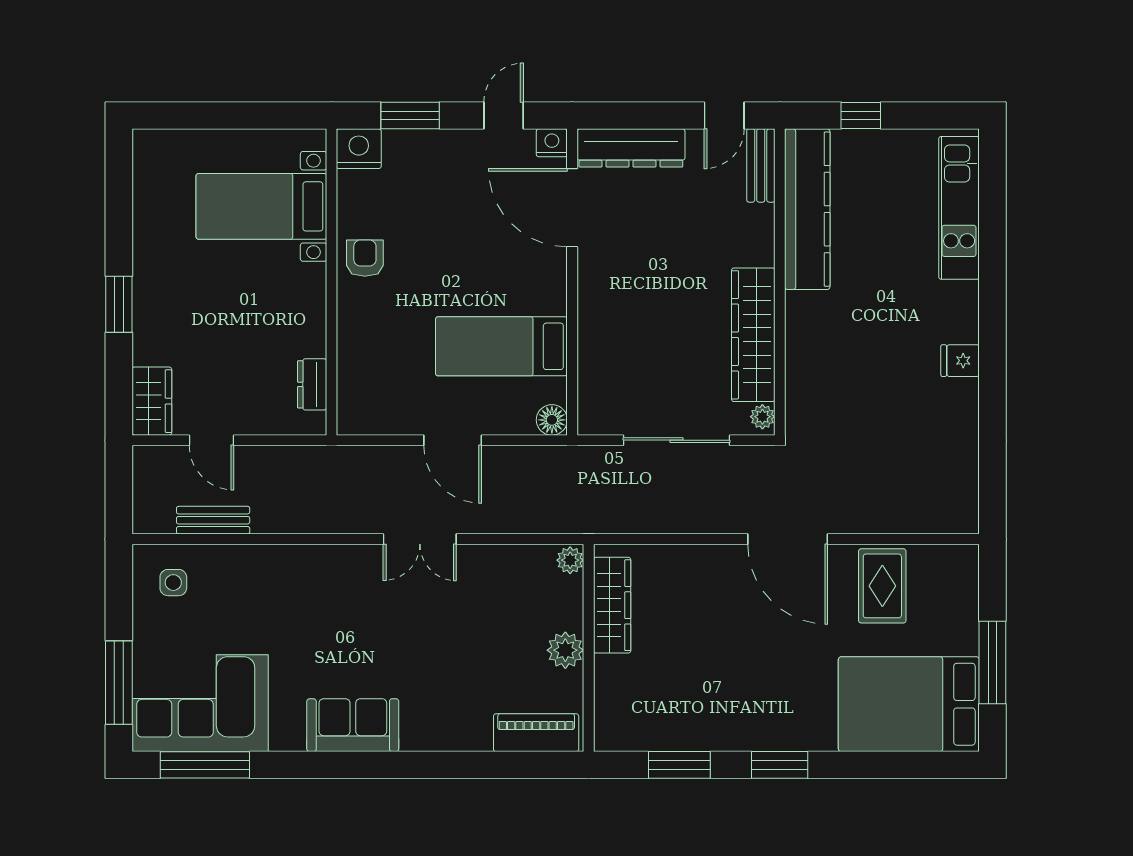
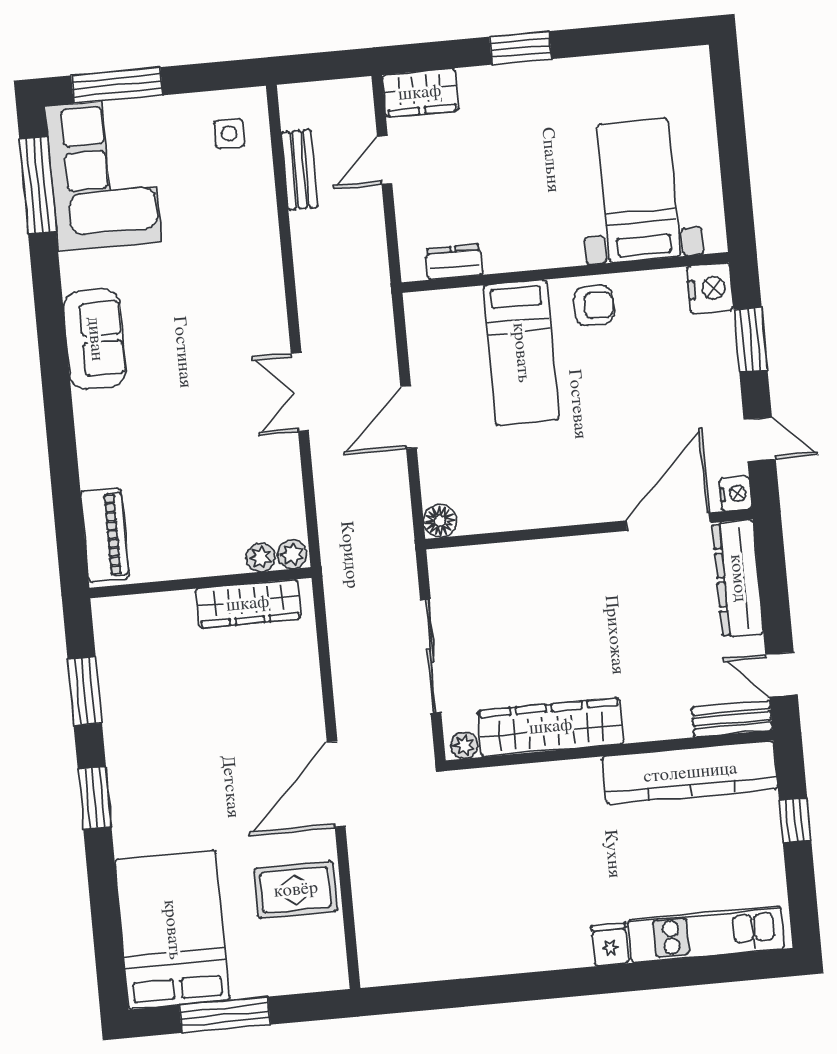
bed: (501, 346) -> (521, 353), moved, turned 180
fridge: (960, 361) -> (610, 944), moved
plant: (565, 650) -> (261, 557), moved, width x0.73, depth x0.73

